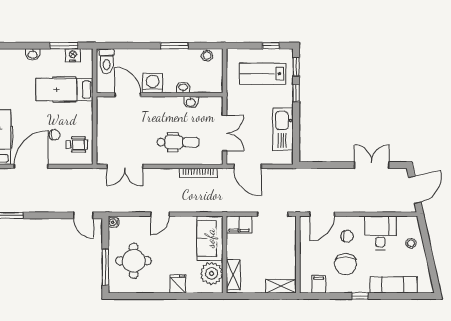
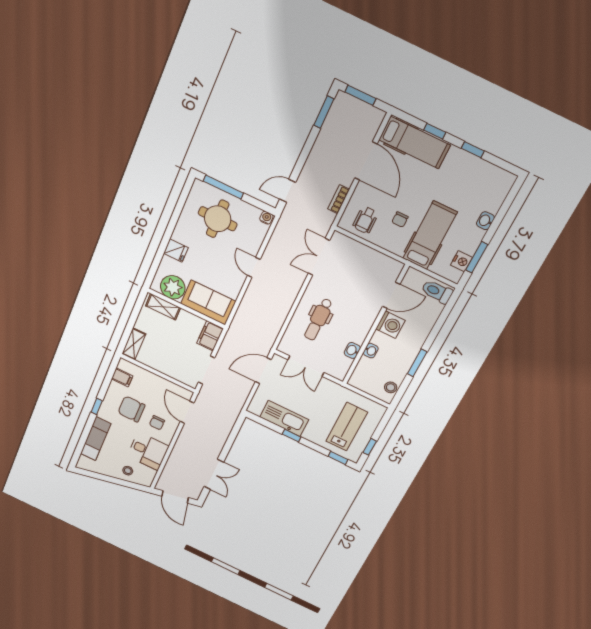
window: (296, 93) -> (292, 436), moved
chair: (54, 135) -> (400, 220), moved
bookcase: (198, 173) -> (339, 199), moved, width x0.64

